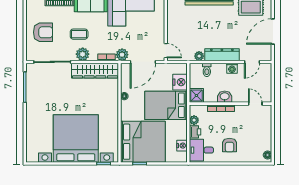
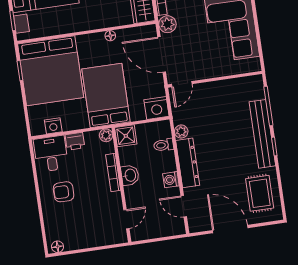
nightstand: (180, 82) -> (156, 108), moved
plant: (194, 120) -> (106, 135), moved

